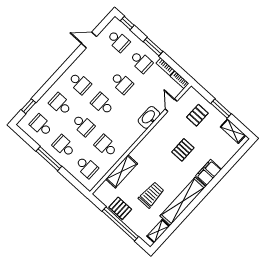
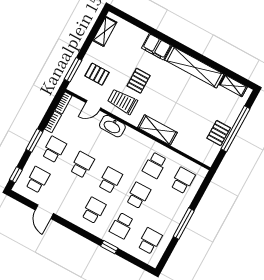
school desk: (102, 104) -> (110, 180), turned 180
window: (29, 106) -> (109, 247), moved
window: (221, 109) -> (73, 70), moved
school desk: (41, 125) -> (150, 241), turned 180
school desk: (64, 146) -> (166, 211), removed
pallet: (183, 150) -> (139, 81), turned 90
shelving: (122, 171) -> (157, 130), moved
trolley: (151, 195) -> (122, 101), moved

